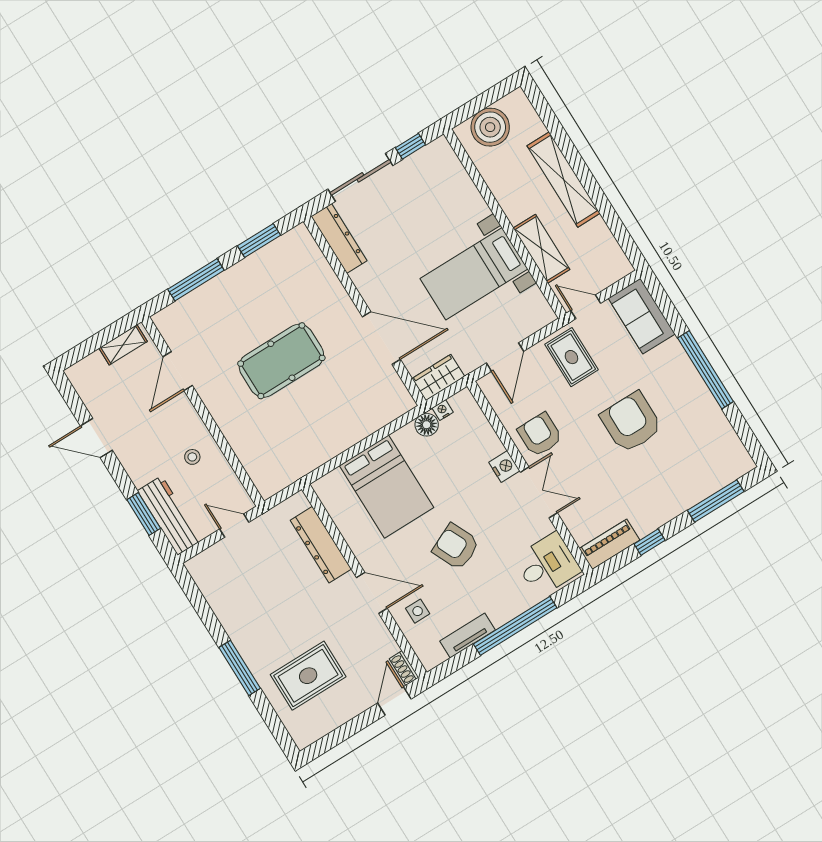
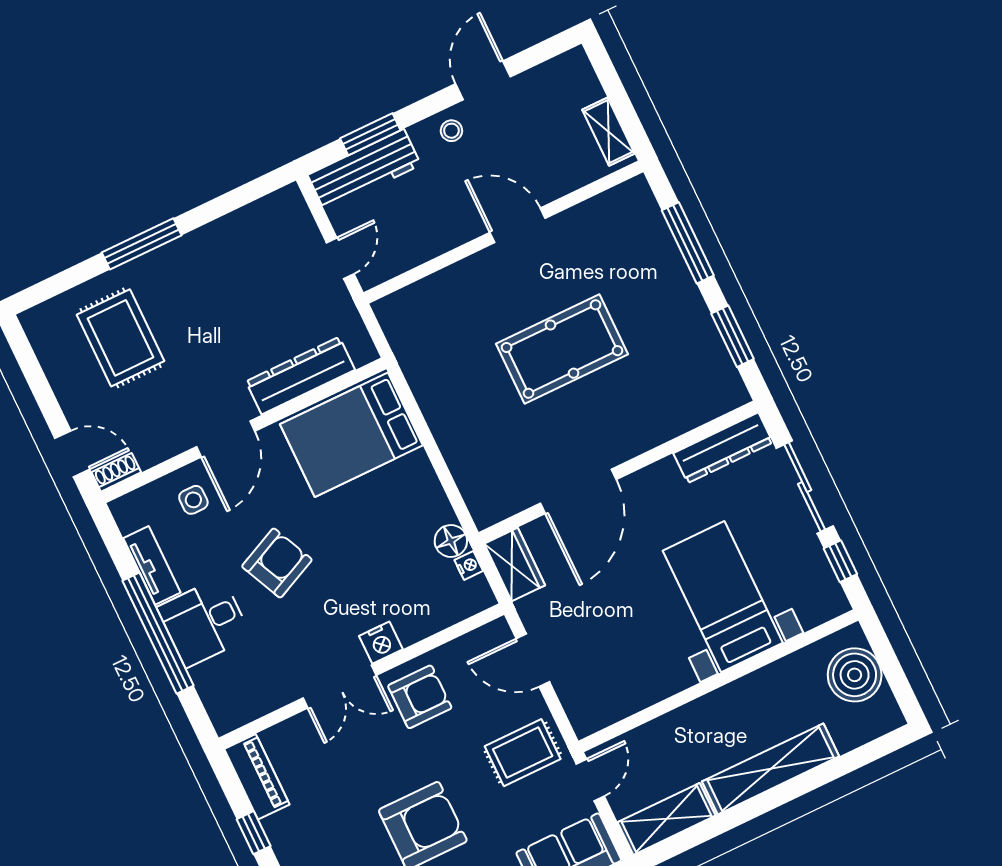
shelving: (541, 249) -> (666, 819), moved
bed with nightstands: (474, 274) -> (723, 597), moved
pool table: (281, 361) -> (562, 349), turned 90
door: (178, 371) -> (518, 225), moved
stool: (192, 457) -> (451, 131), moved
bed: (387, 487) -> (351, 435), moved
desk: (547, 565) -> (204, 622), moved, turned 90

